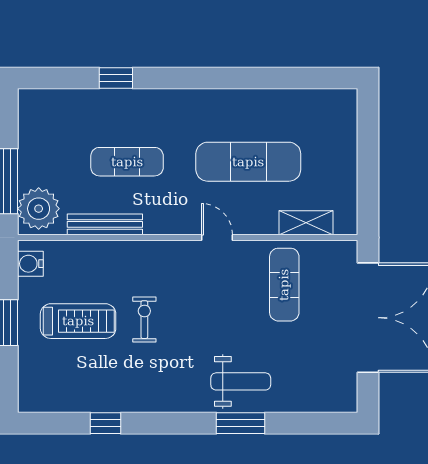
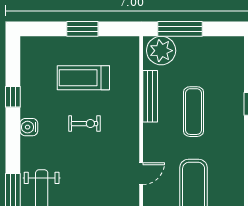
water cooler: (30, 264) -> (29, 127), moved, turned -90
treadmill: (78, 321) -> (83, 78), turned 90

